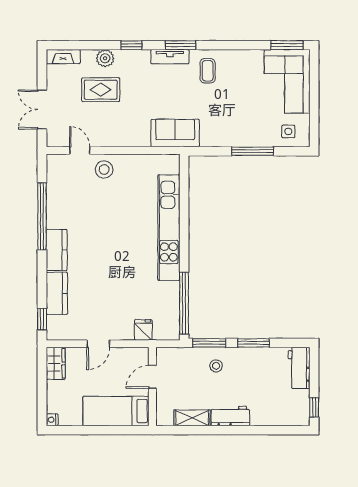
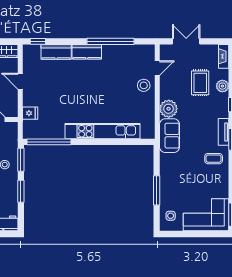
plant: (137, 134) -> (169, 109), added

